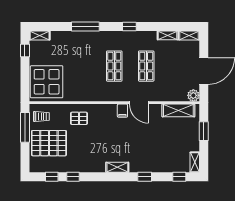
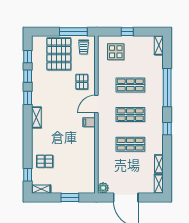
window: (85, 26) -> (167, 88), width x1.46
window: (25, 51) -> (127, 32), moved
shop shelf: (82, 66) -> (130, 85), added
display table: (47, 82) -> (116, 52), width x0.54, depth x0.54
door: (139, 103) -> (96, 104), moved
shelving: (178, 110) -> (89, 174), removed
pallet: (165, 158) -> (45, 161), added
window: (145, 177) -> (28, 98), moved

